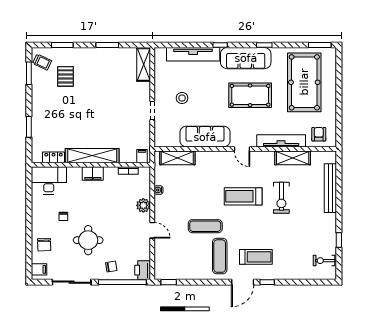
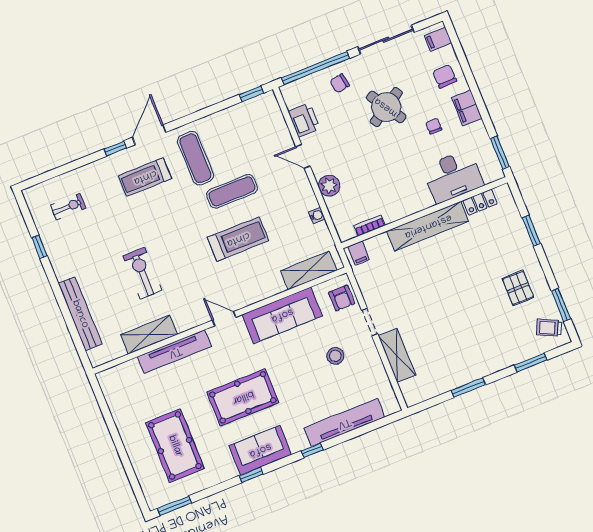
sofa: (246, 58) -> (260, 450), width x0.73
shelving: (144, 64) -> (397, 355), moved
pallet: (65, 76) -> (518, 288), moved
pool table: (304, 82) -> (175, 446), width x0.73, depth x0.76
armchair: (319, 134) -> (342, 298), moved
filing cabinet: (93, 174) -> (467, 108), moved, turned -90
desk: (49, 180) -> (453, 176), moved
window: (29, 183) -> (500, 153), added
treadmill: (243, 196) -> (238, 239), moved
round table: (88, 240) -> (386, 107), turned -32
exercise bike: (324, 261) -> (68, 207), moved
printer: (143, 270) -> (304, 120), moved

